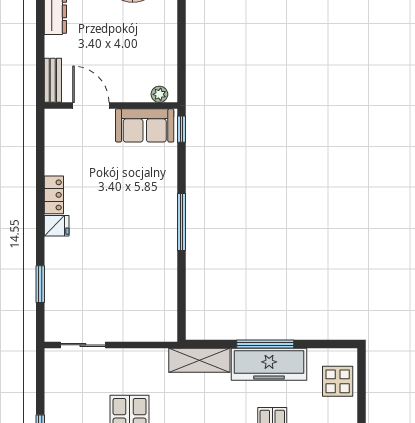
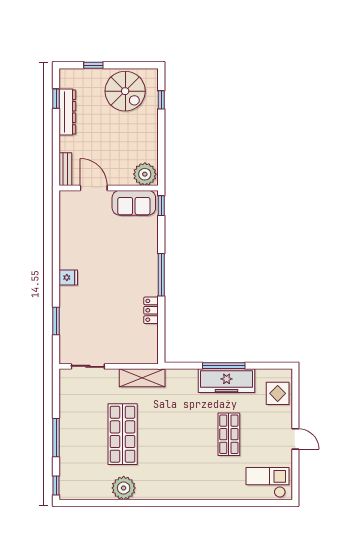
plant: (159, 94) -> (145, 174), width x1.87, depth x1.87
locker: (54, 195) -> (151, 310), moved, turned 180
shelving: (199, 360) -> (142, 378), moved

